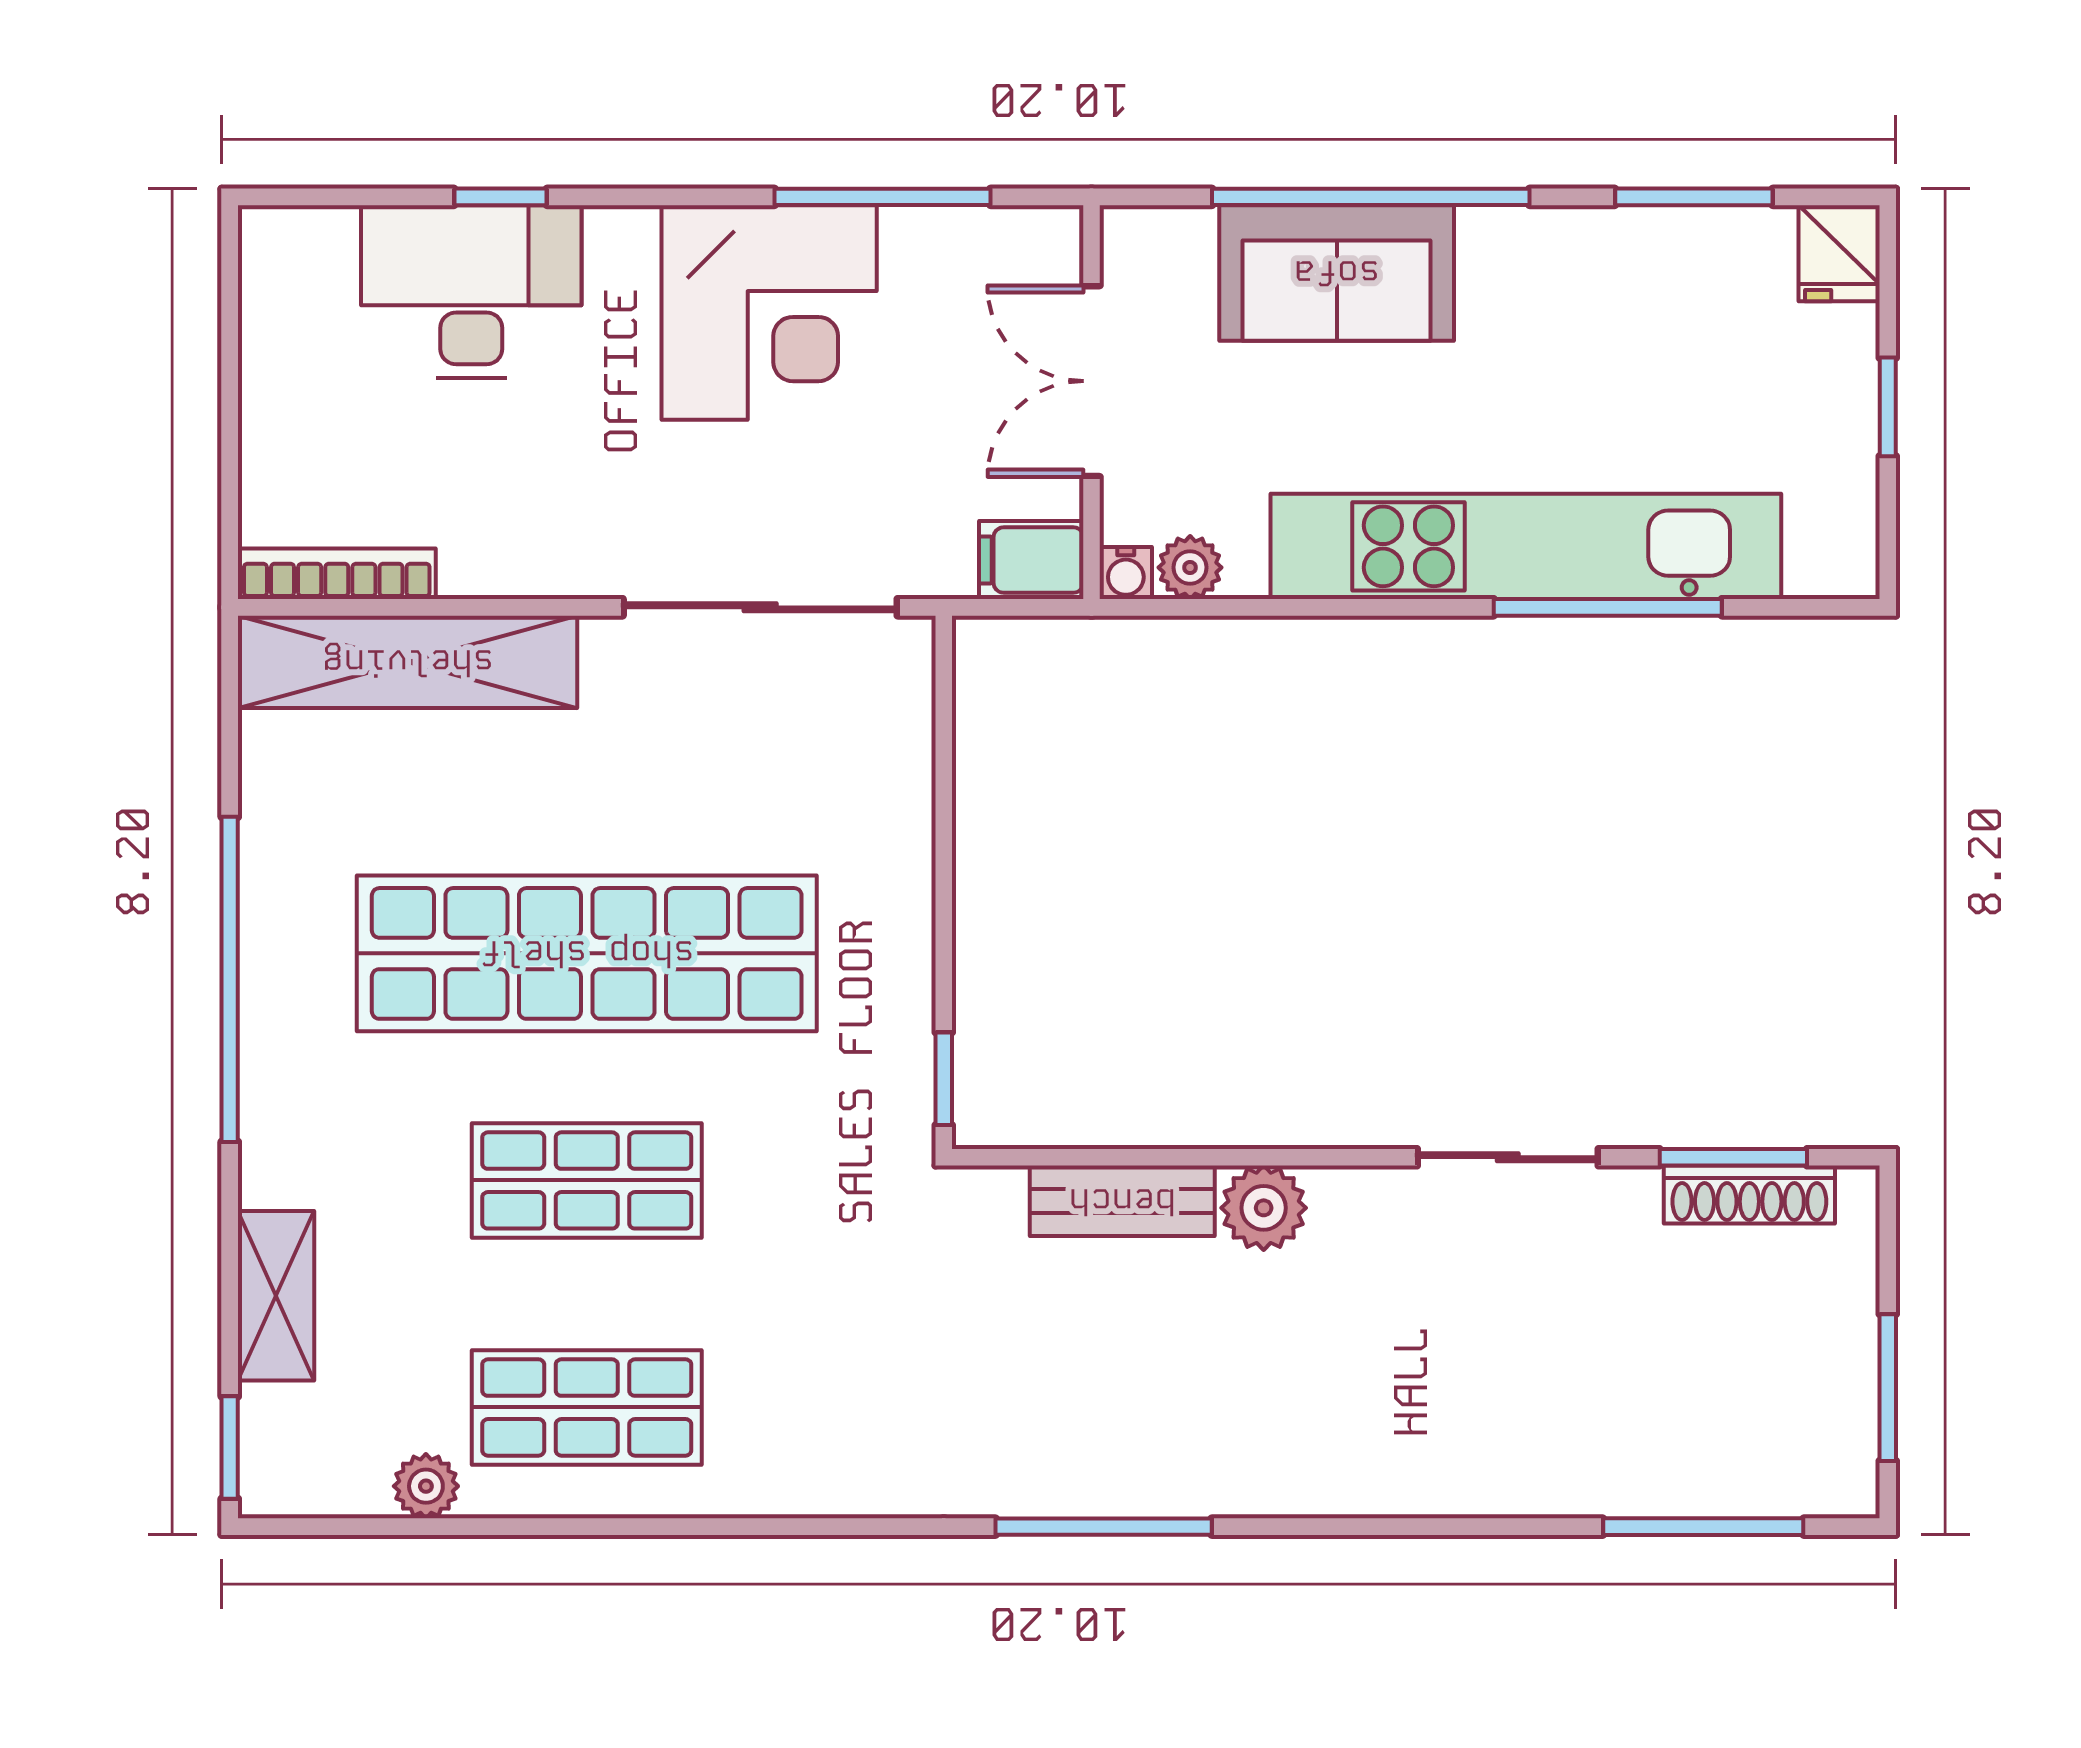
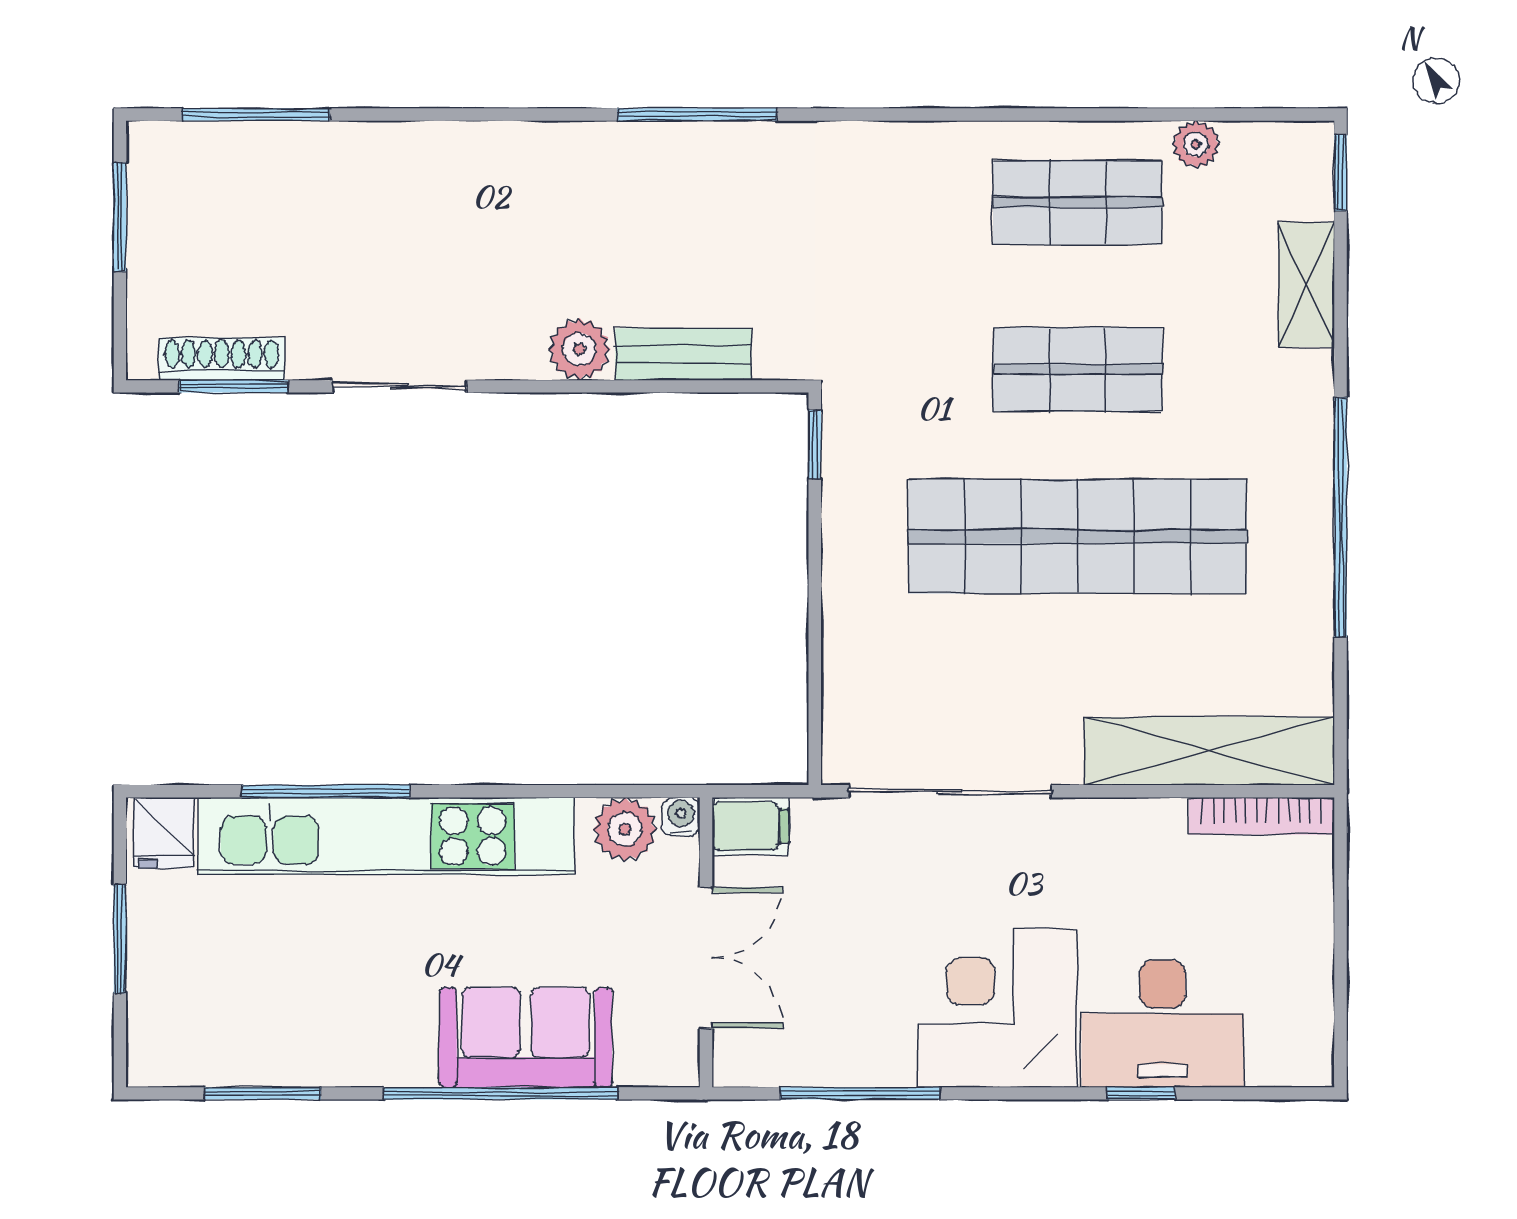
fridge: (1839, 253) -> (164, 833), moved, turned 180
corner desk: (769, 313) -> (998, 1008), moved
window: (1888, 407) -> (120, 939), width x1.50
plant: (1190, 567) -> (625, 829), width x1.38, depth x1.38

